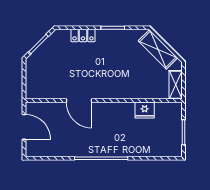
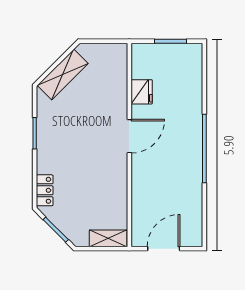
locker: (83, 35) -> (45, 190), moved
shelving: (176, 85) -> (108, 238), moved
door: (79, 101) -> (129, 136), moved

